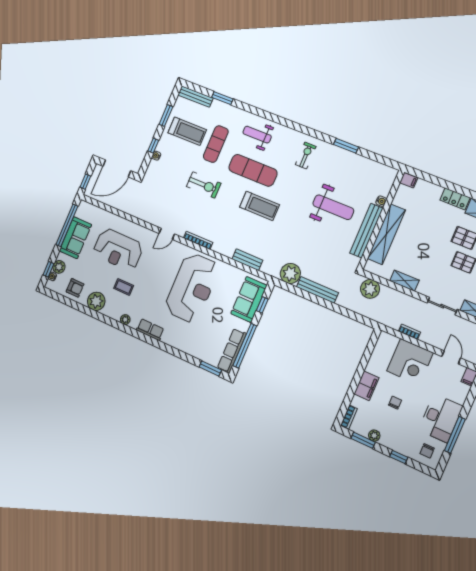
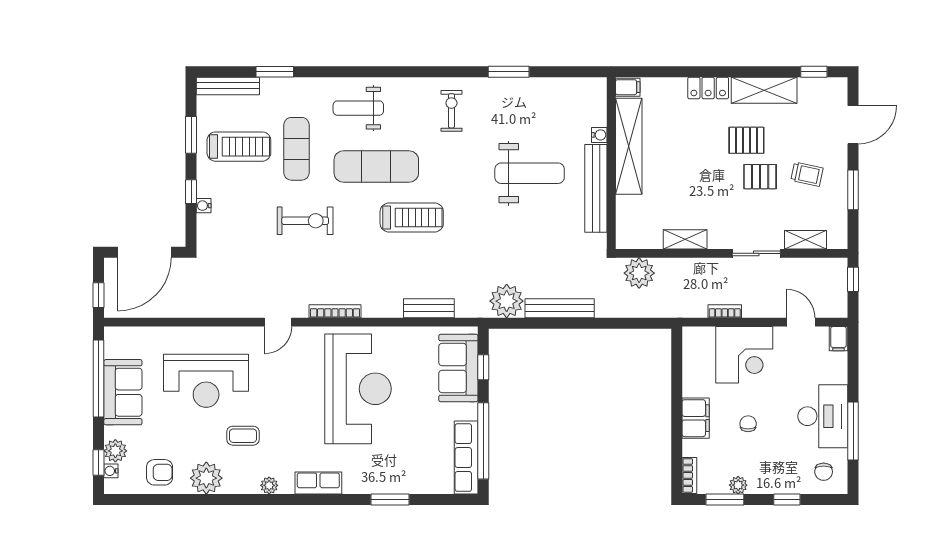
shelving: (386, 234) -> (629, 146), moved
window: (210, 369) -> (390, 500), moved

